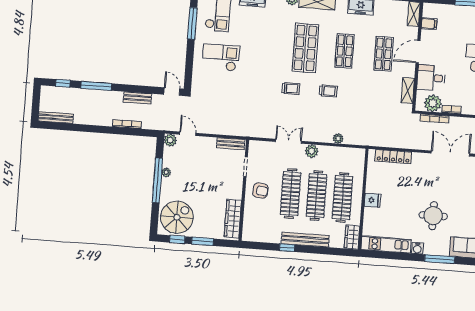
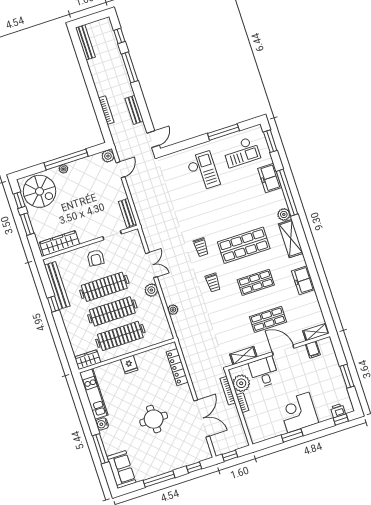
plant: (166, 172) -> (63, 169), moved
round table: (433, 216) -> (154, 419), moved
bench: (305, 240) -> (57, 285), moved

